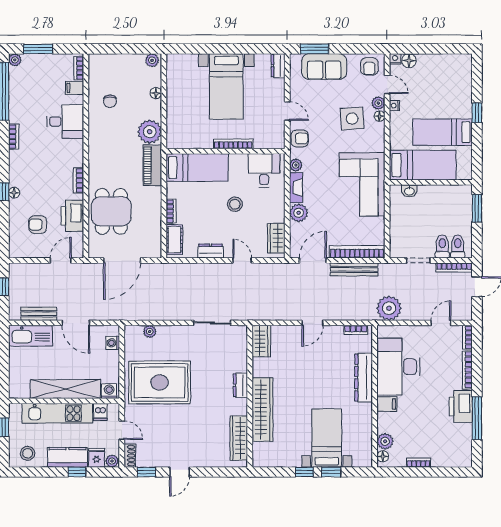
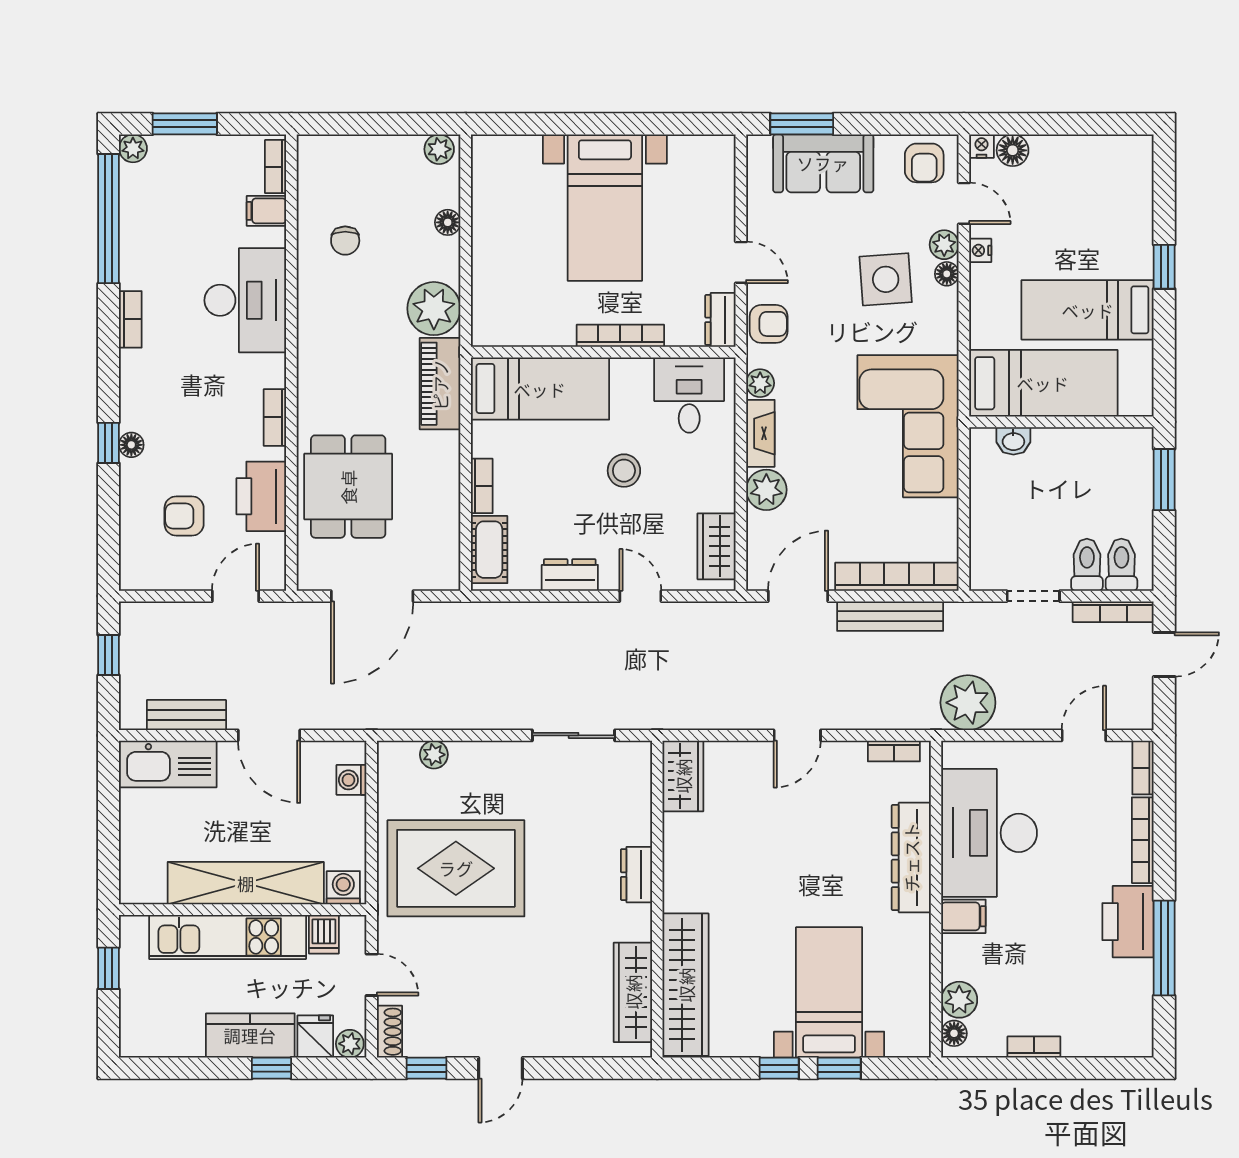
dresser: (278, 66) -> (720, 320), moved
desk: (65, 122) -> (245, 300), width x1.37
wardrobe: (262, 410) -> (686, 985), moved
stool: (28, 453) -> (161, 1027), removed

